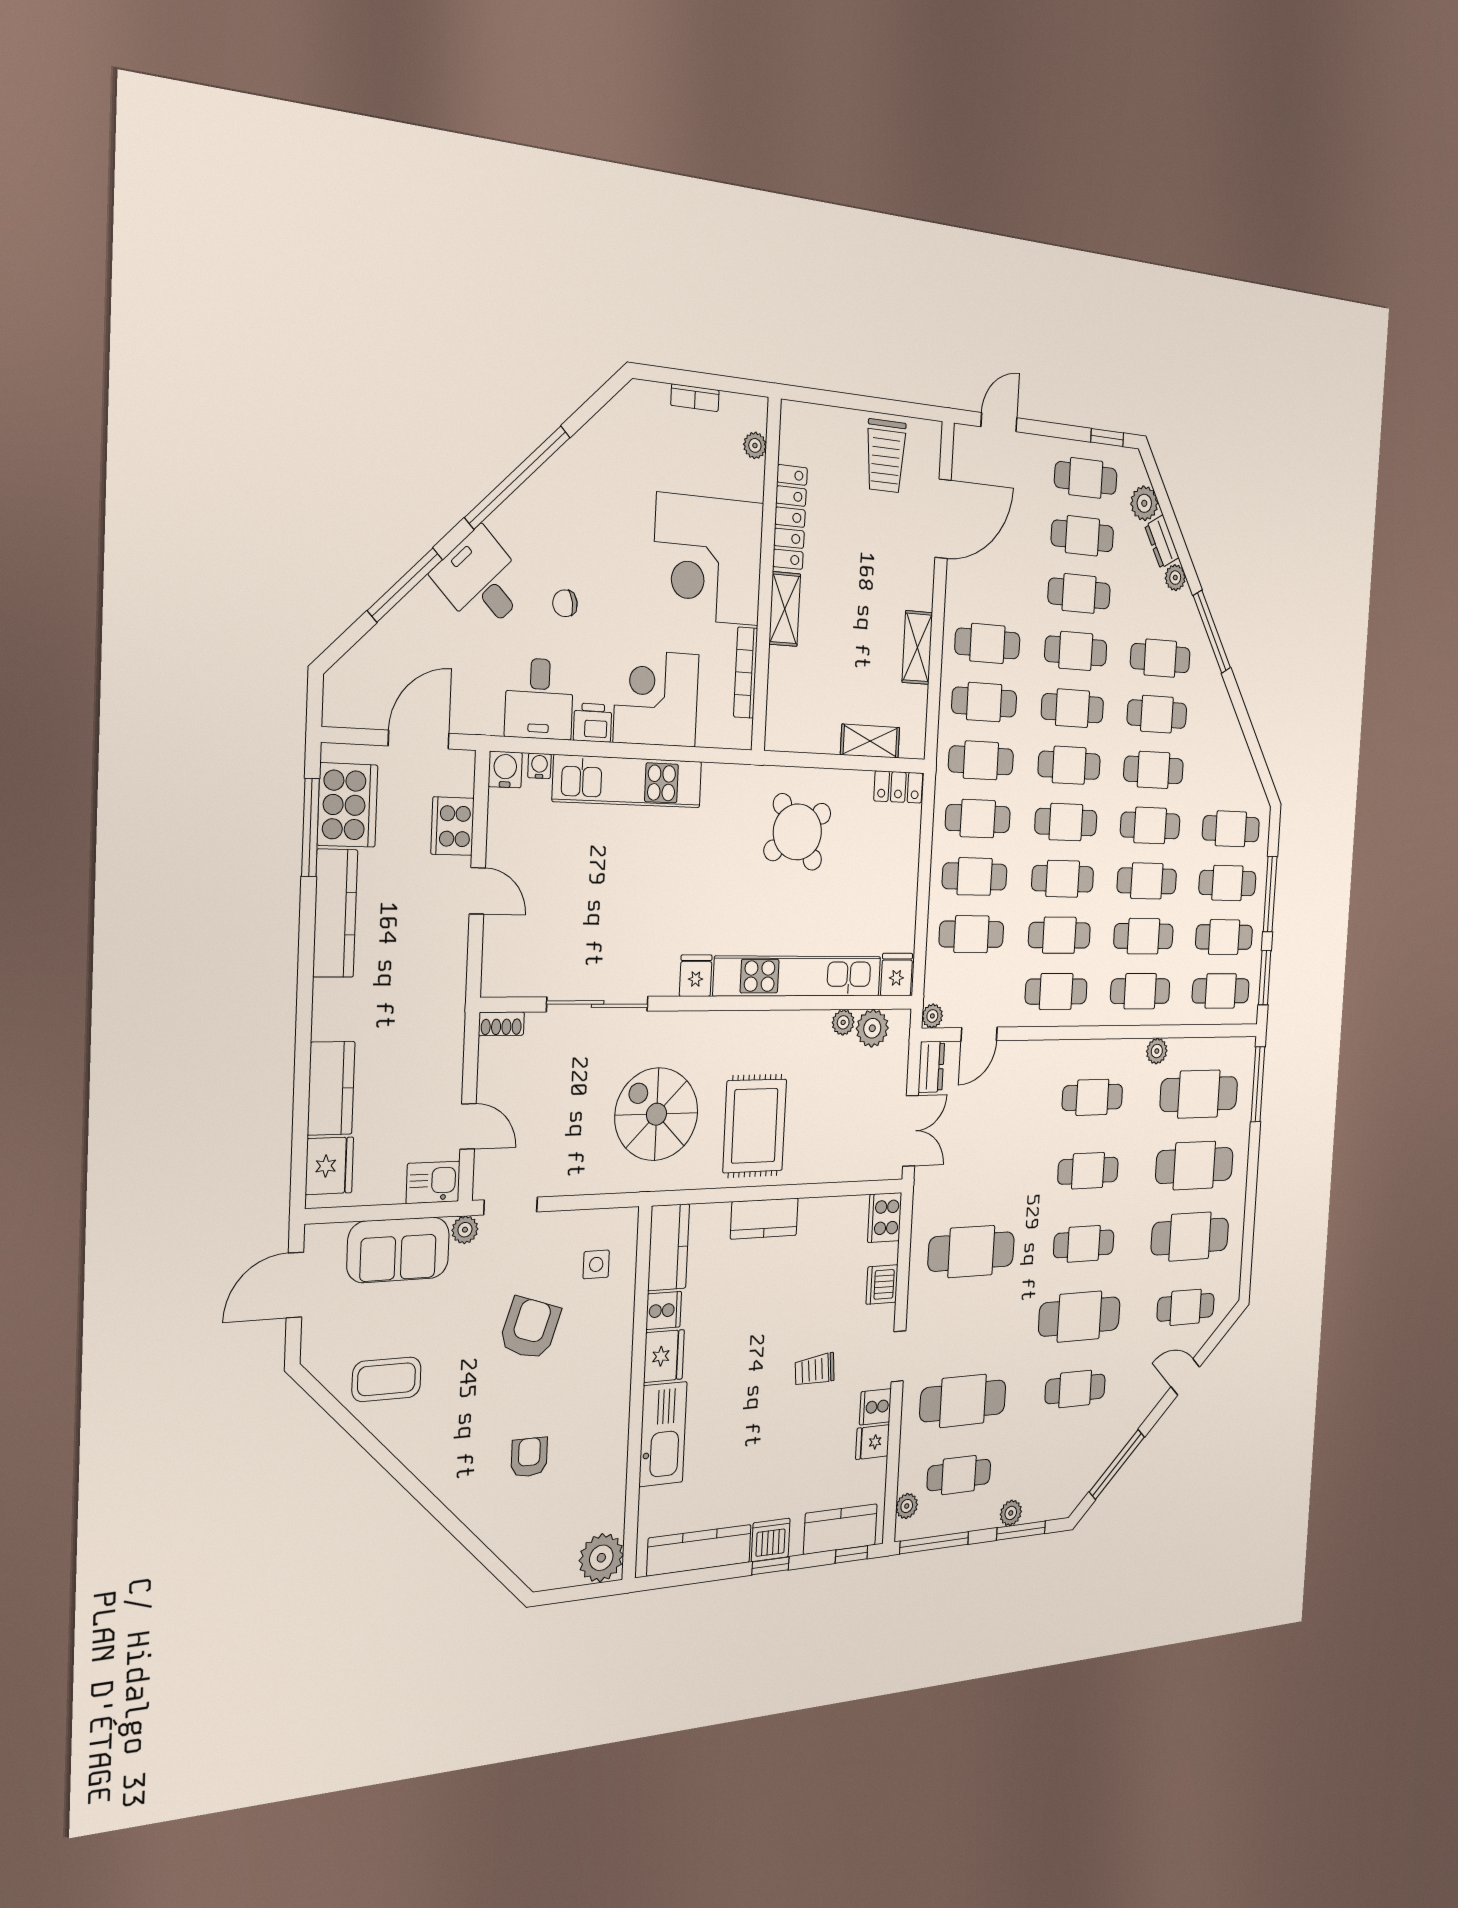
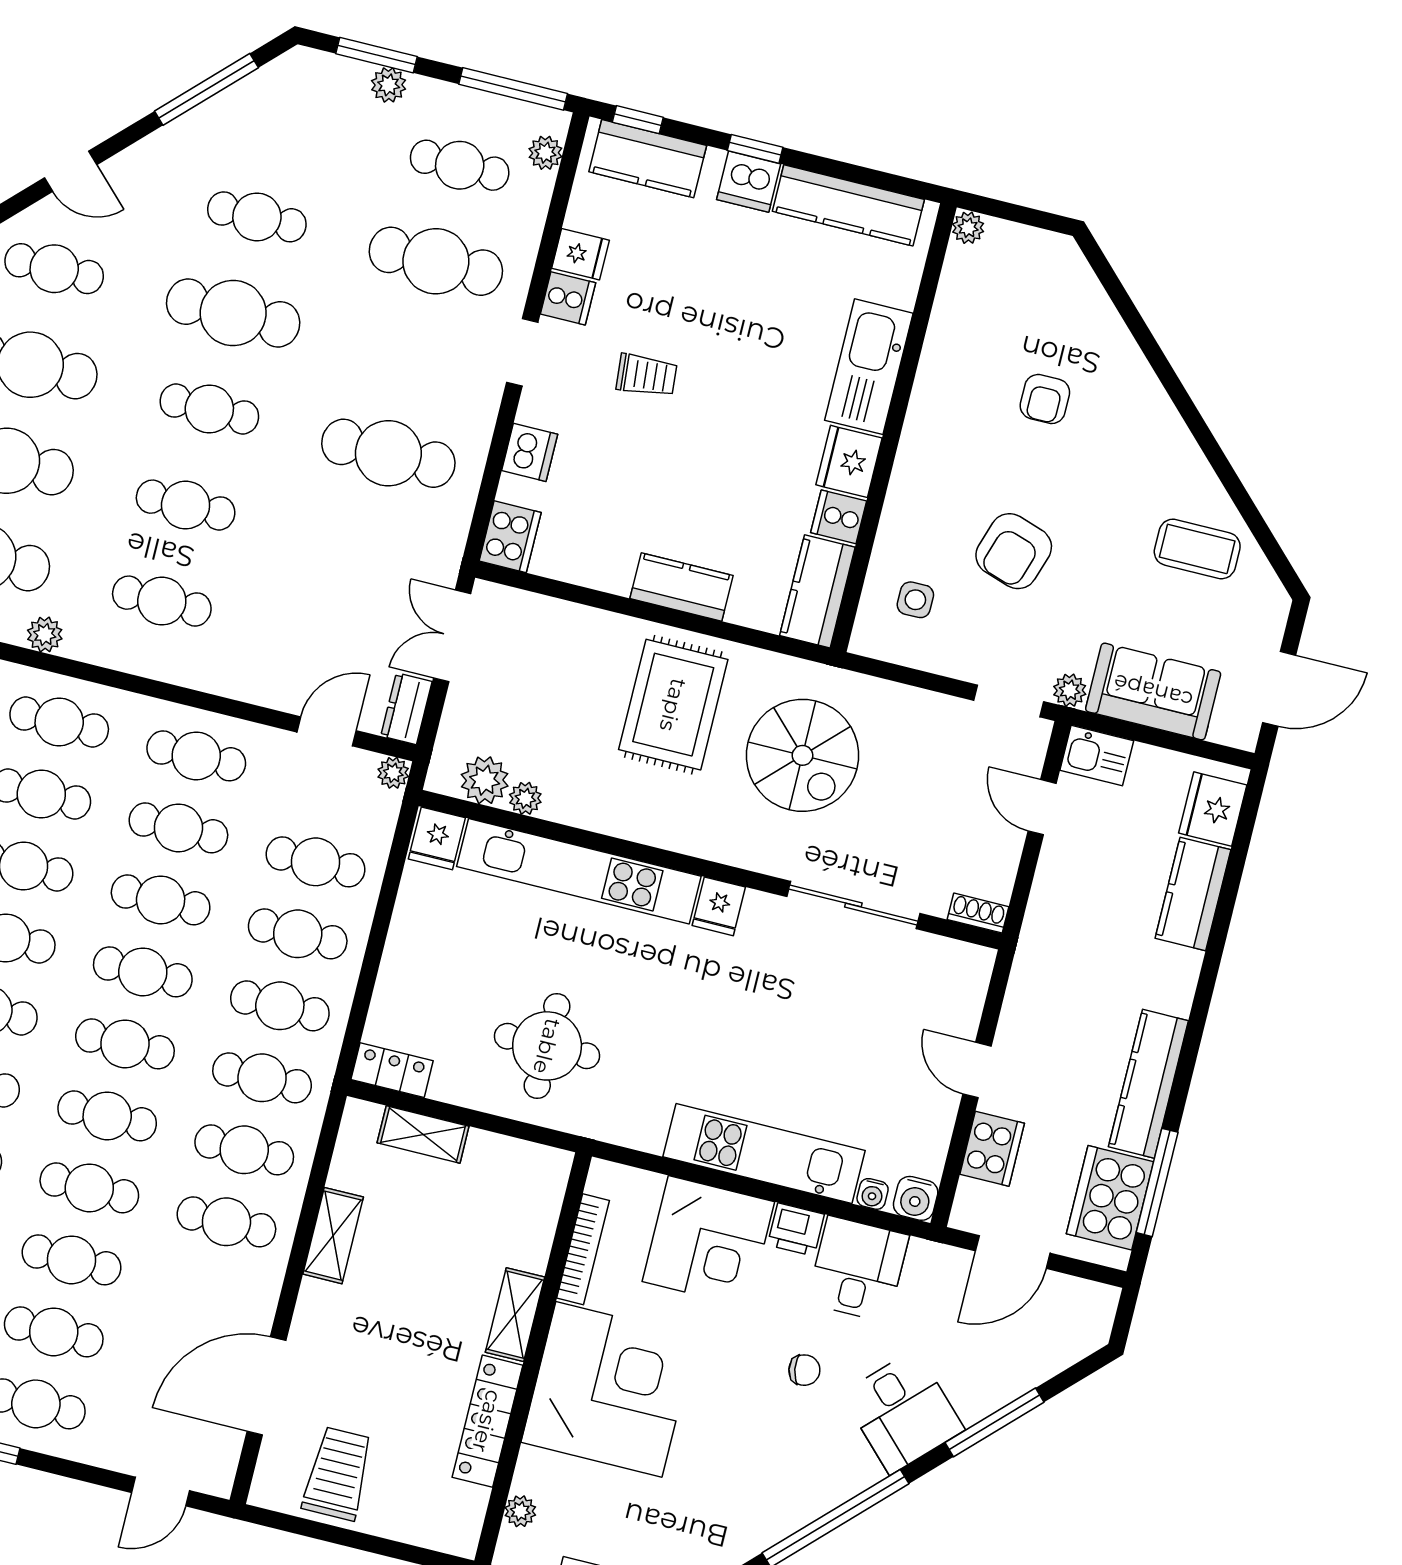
round table: (797, 832) -> (547, 1046), turned 35
plant: (601, 1558) -> (968, 228), width x0.53, depth x0.53

